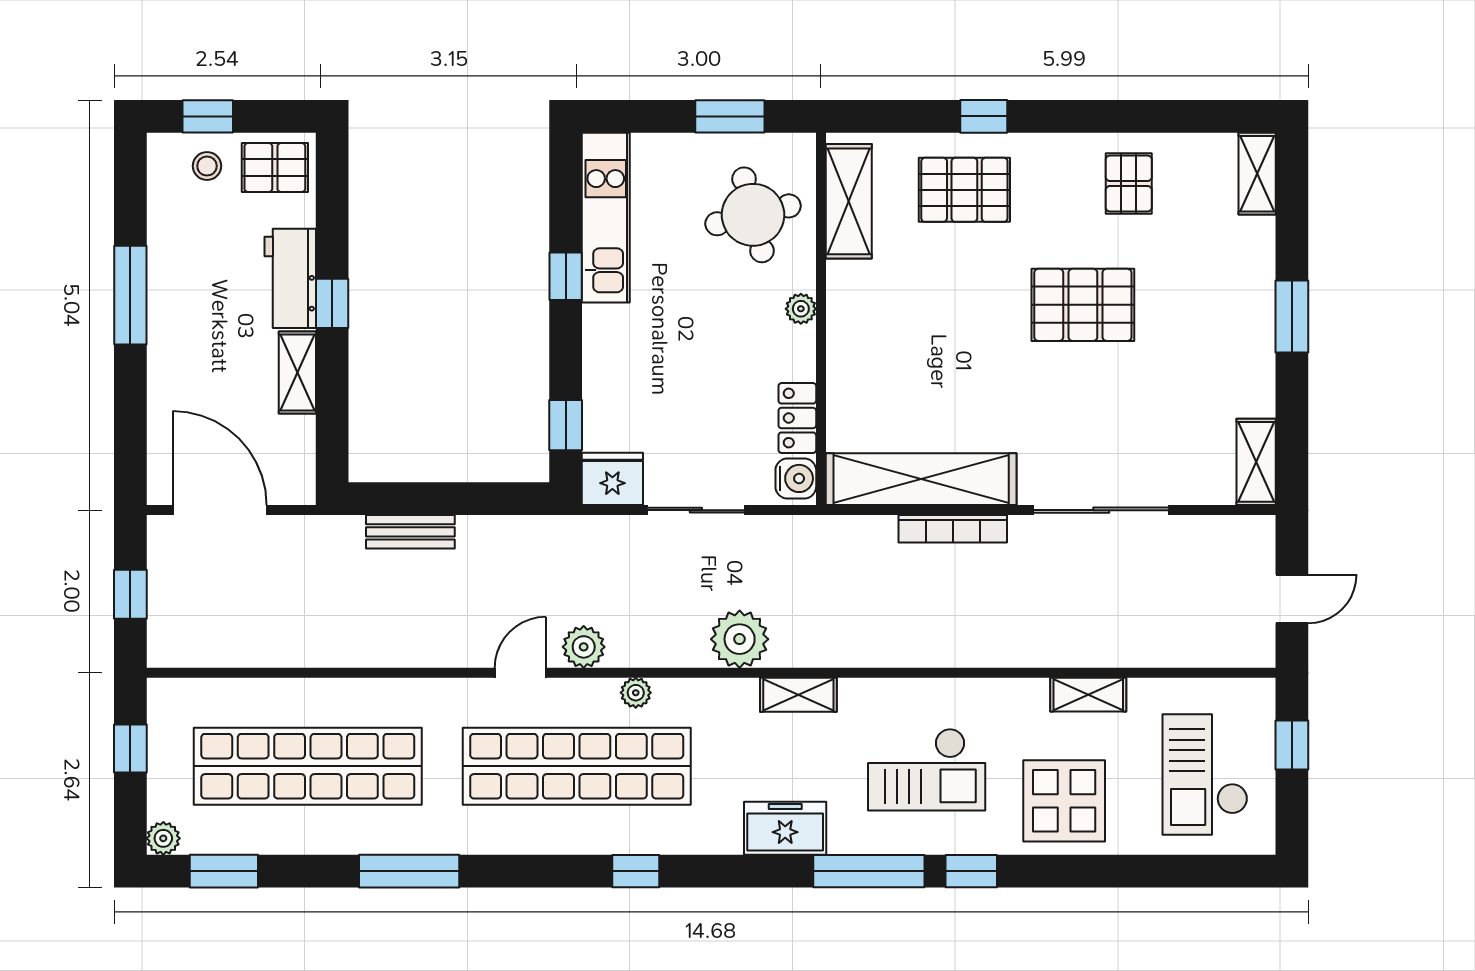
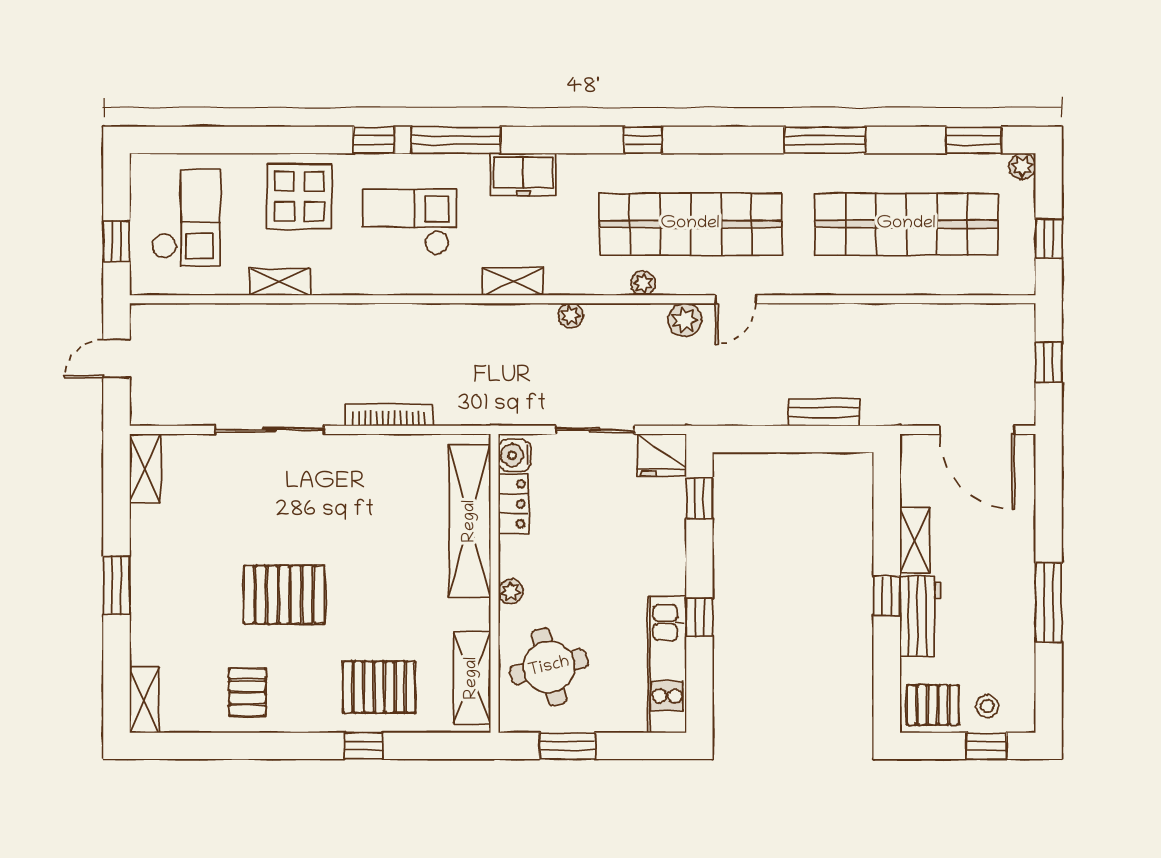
shelving: (921, 479) -> (470, 521), moved, turned 90
plant: (740, 639) -> (571, 316), width x0.53, depth x0.53

